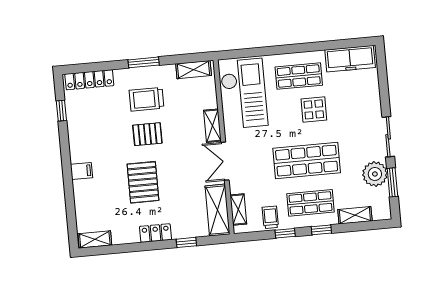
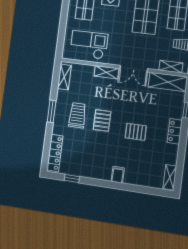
checkout: (244, 94) -> (89, 45), width x0.73, depth x0.83
trolley: (147, 99) -> (77, 115), turned 180
pallet: (143, 182) -> (136, 132), width x0.67, depth x0.71

